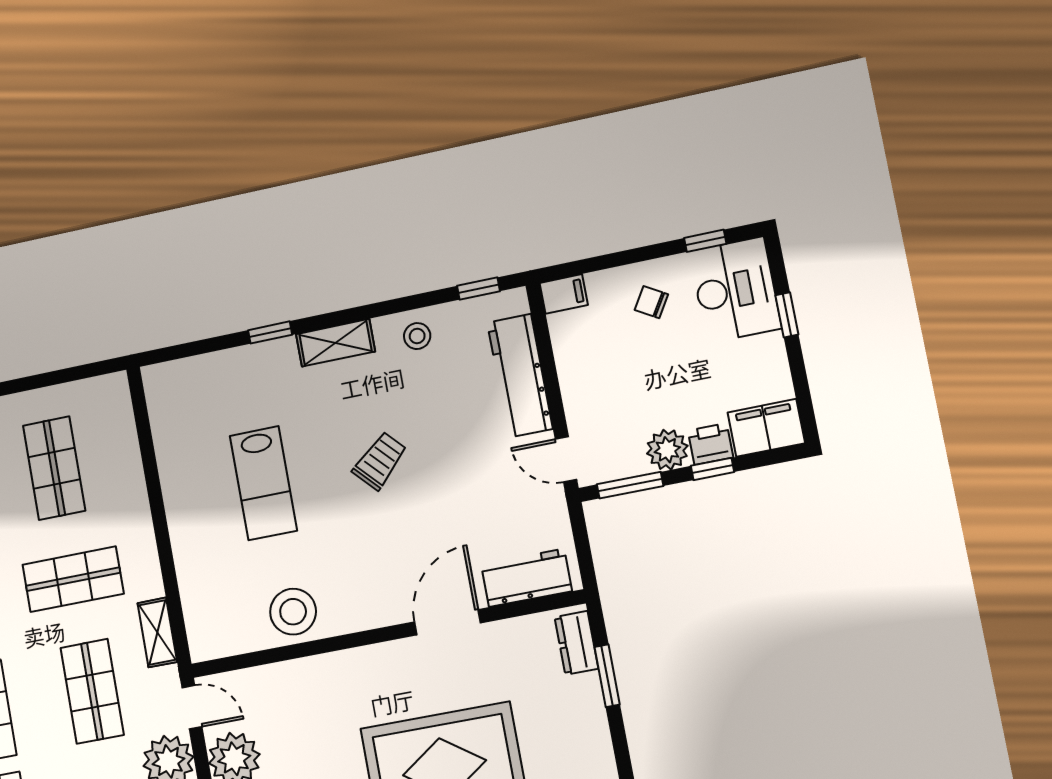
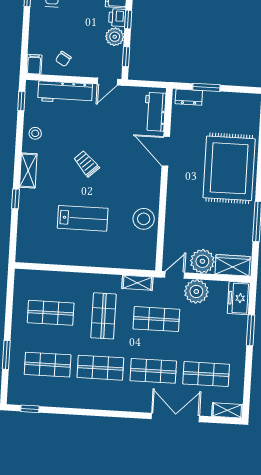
chair: (651, 302) -> (63, 59), moved
window: (630, 485) -> (126, 57), width x0.67

